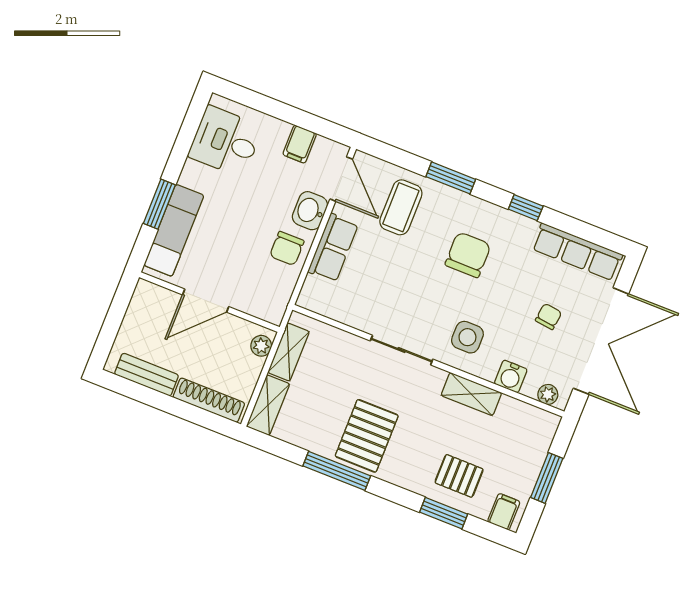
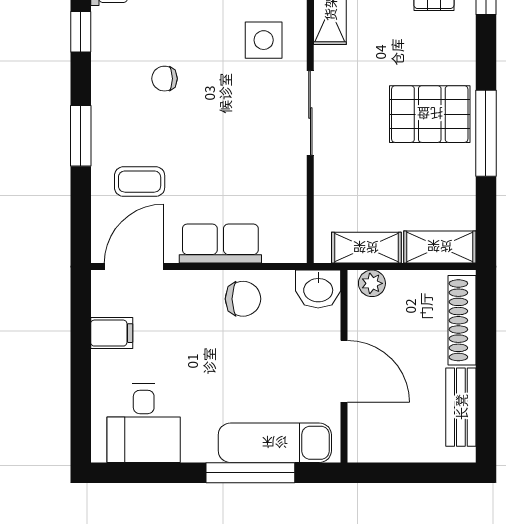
window: (159, 204) -> (250, 473), width x1.44
coffee table: (401, 207) -> (140, 182), width x0.73, depth x0.77
washbasin: (310, 211) -> (318, 289), moved
chair: (468, 255) -> (165, 79), width x0.54, depth x0.54

